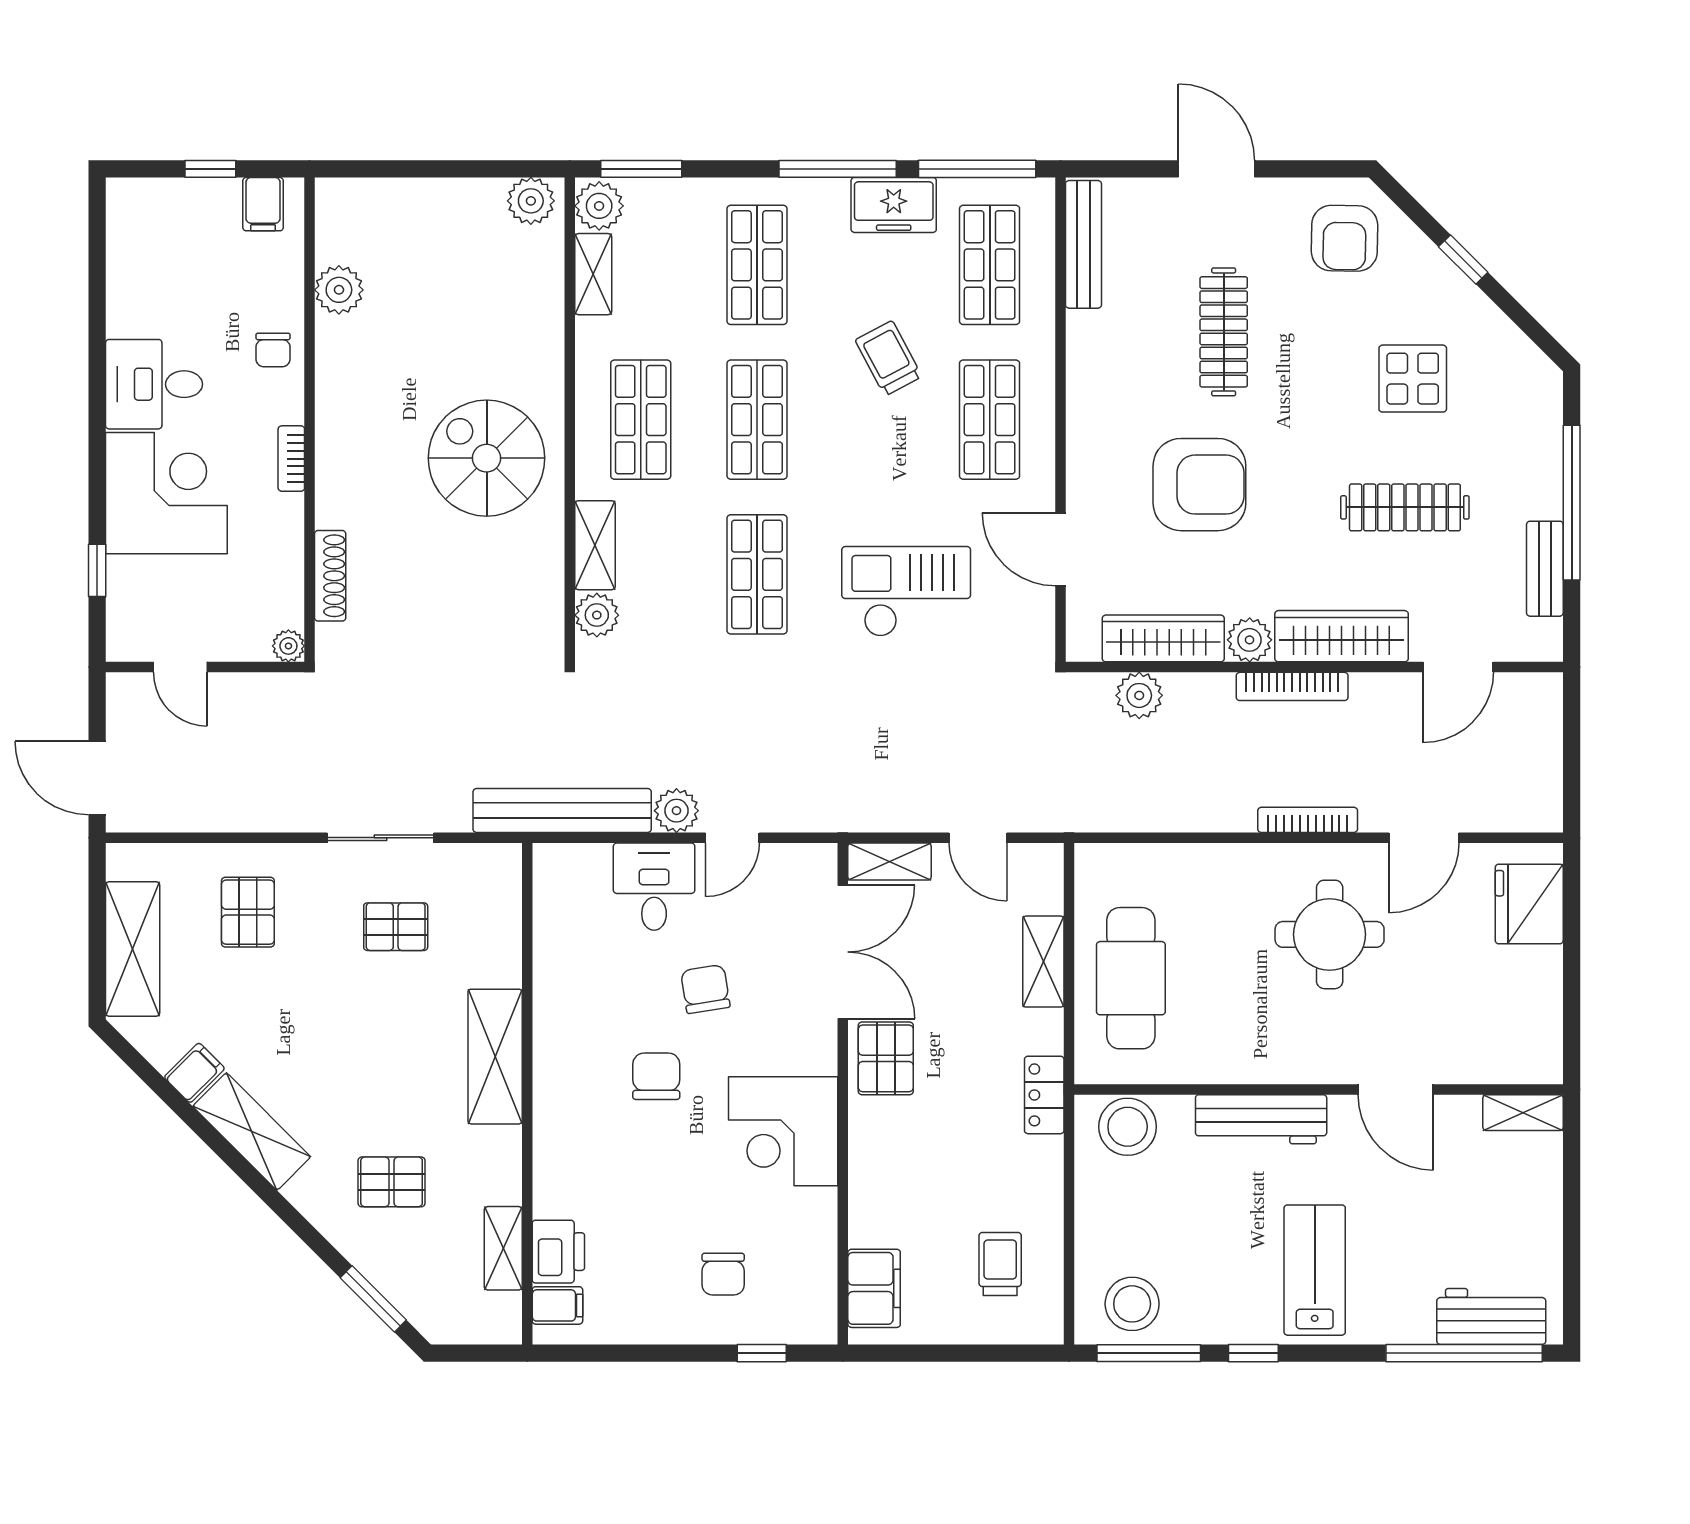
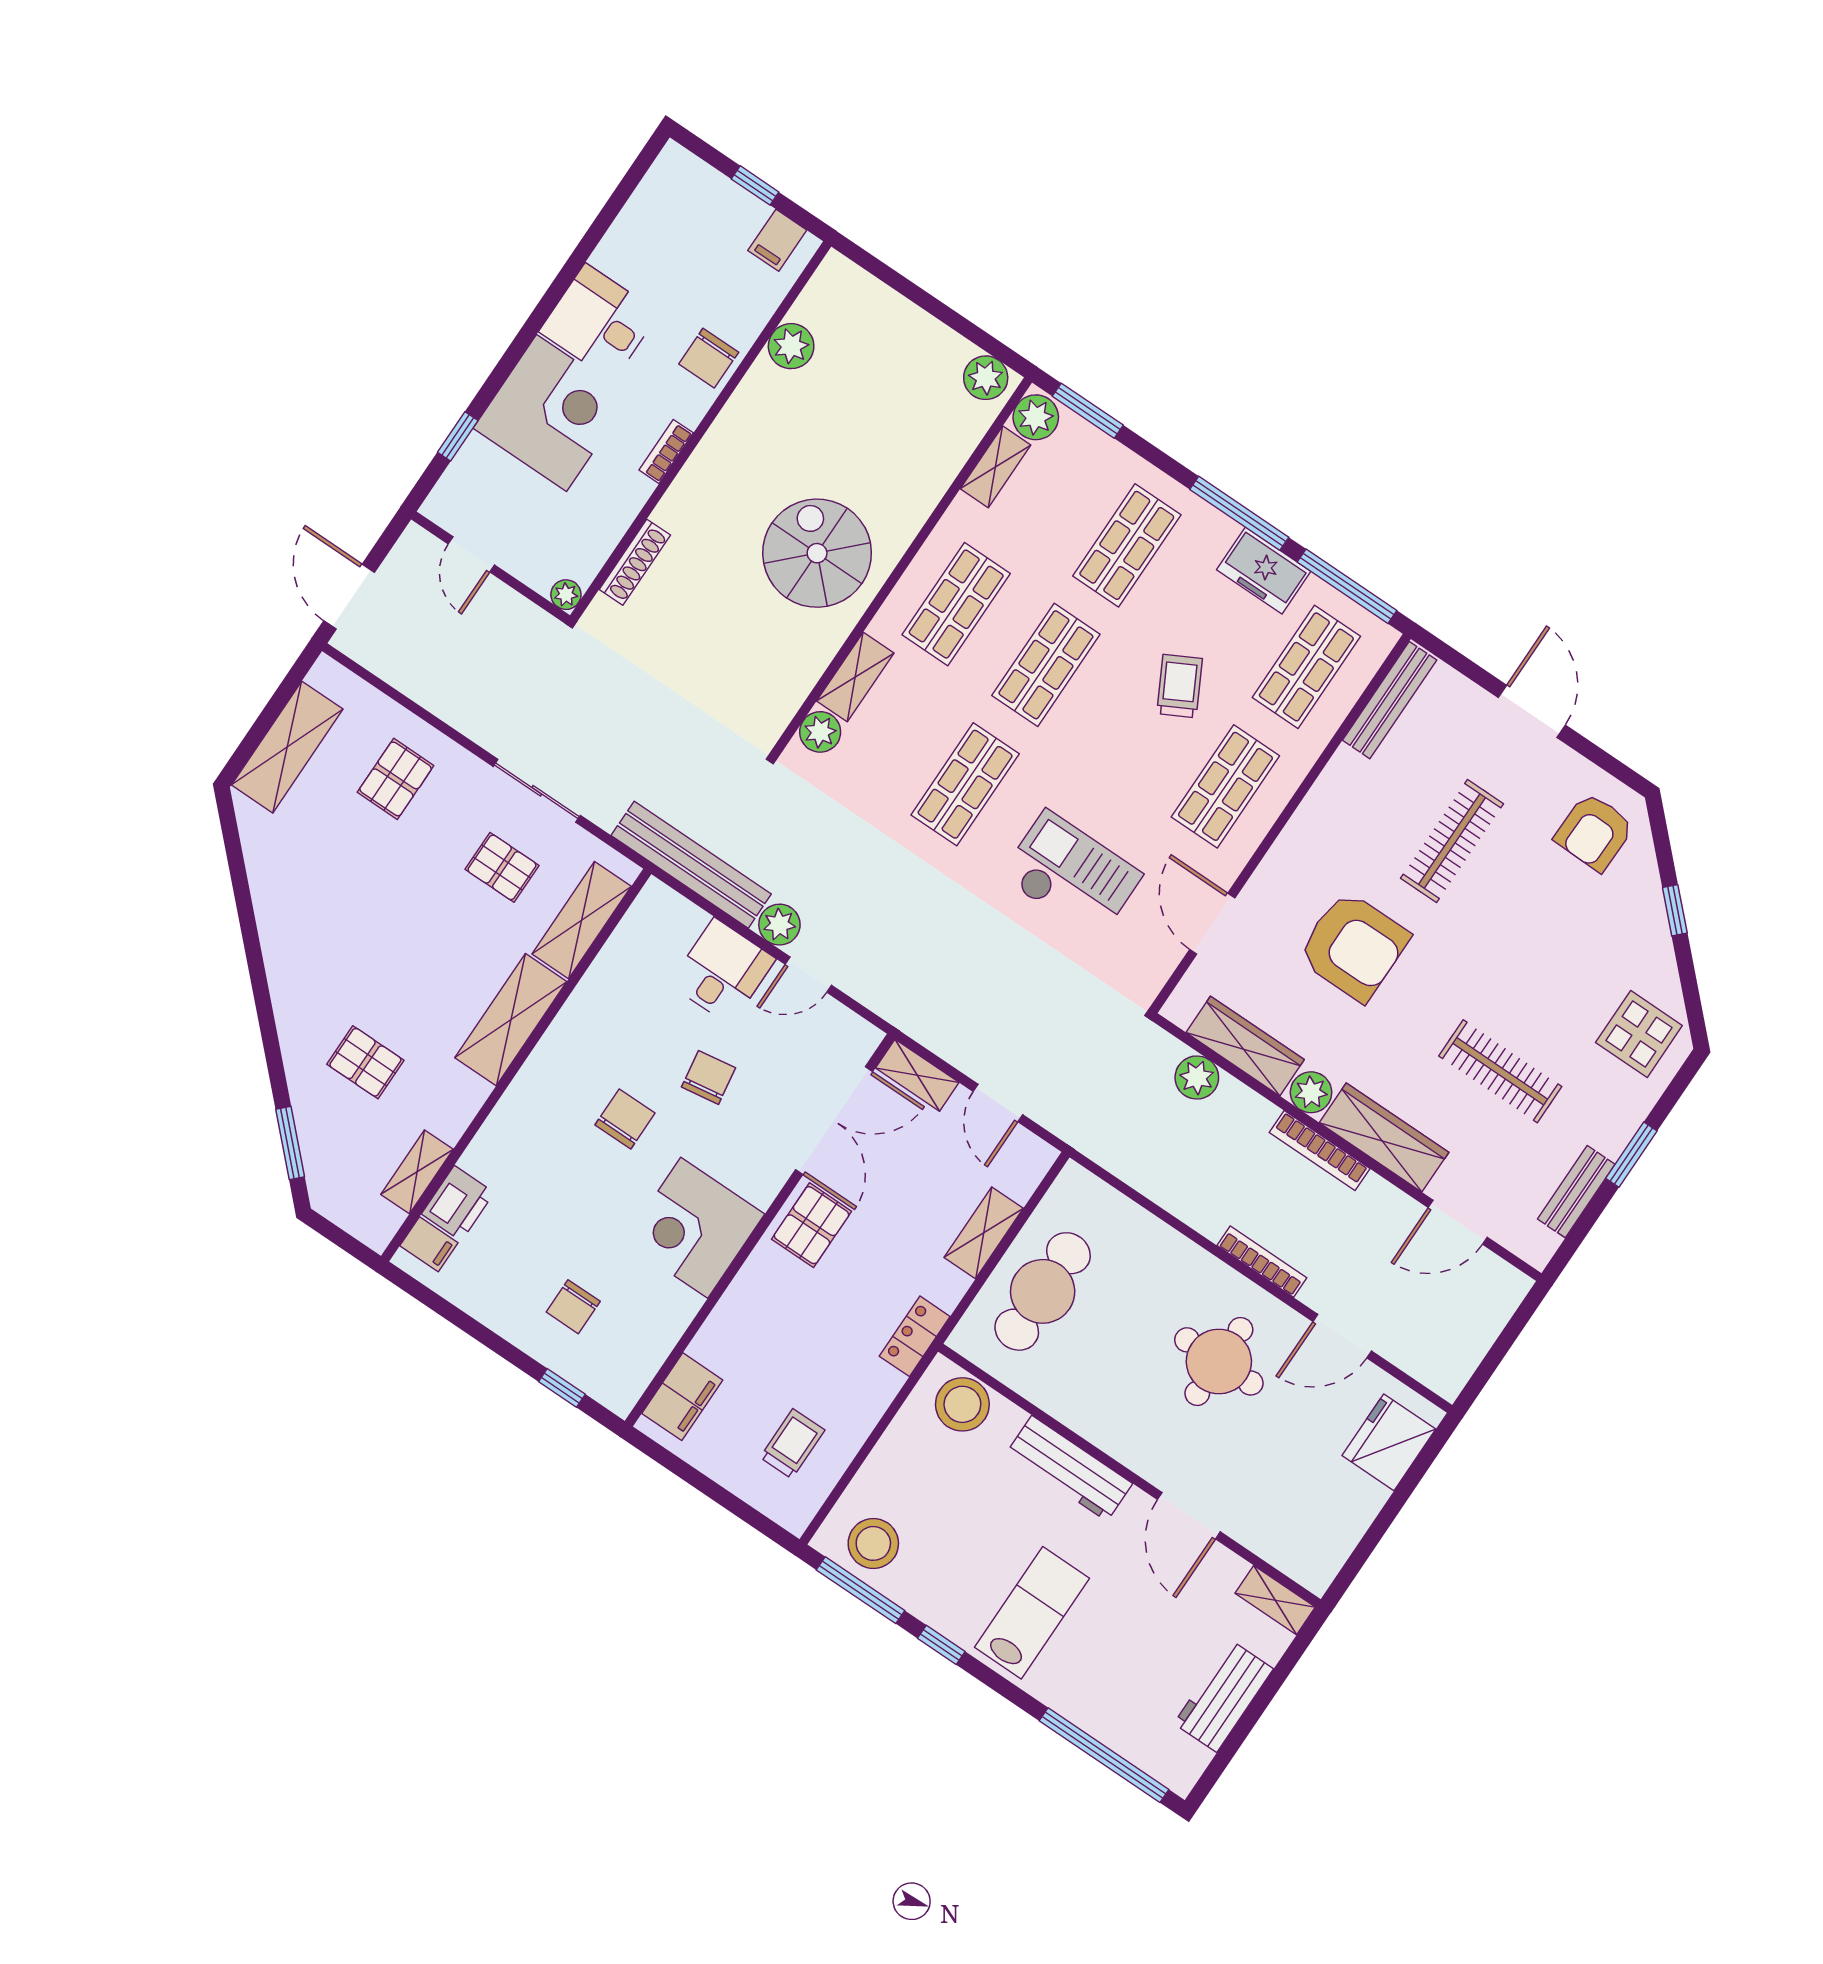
chair: (273, 350) -> (709, 358), width x1.37, depth x1.37
display table: (1413, 379) -> (1639, 1034), moved
window: (1572, 503) -> (1631, 1155), width x0.47
filing cabinet: (194, 1073) -> (270, 875), removed
shelving: (252, 1131) -> (582, 920), moved, turned 45
workbench: (1491, 1317) -> (1224, 1696), moved, turned -90

